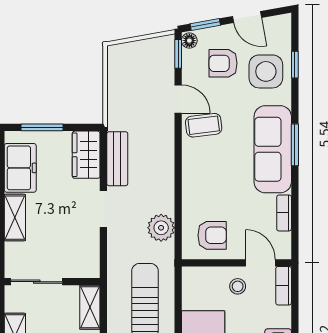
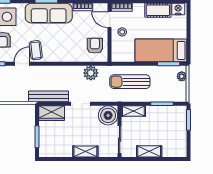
bench: (117, 159) -> (48, 96), width x1.36
freezer: (20, 168) -> (59, 149), removed
boiler: (82, 260) -> (108, 115), added
door: (260, 263) -> (110, 20), hinge flipped

